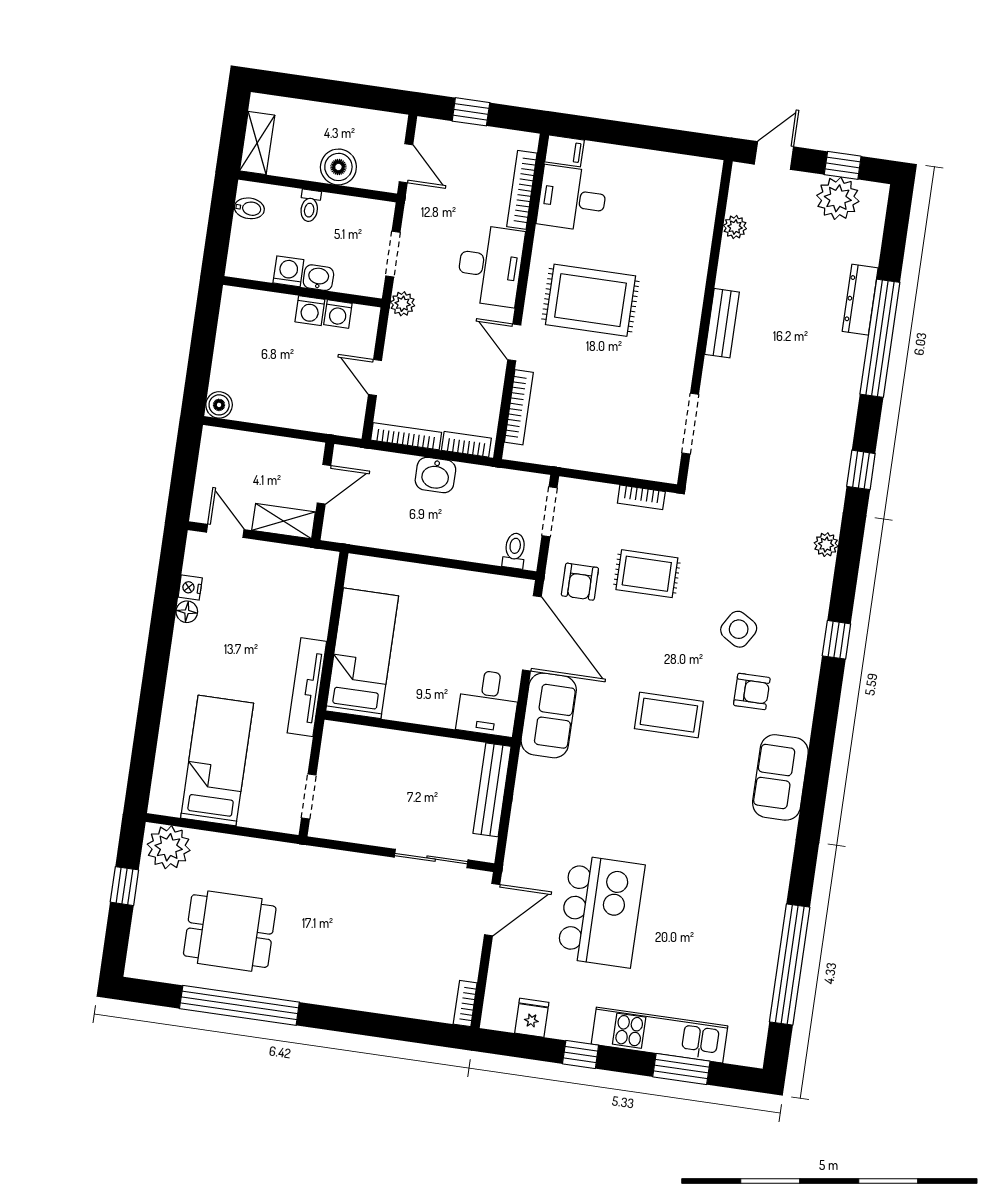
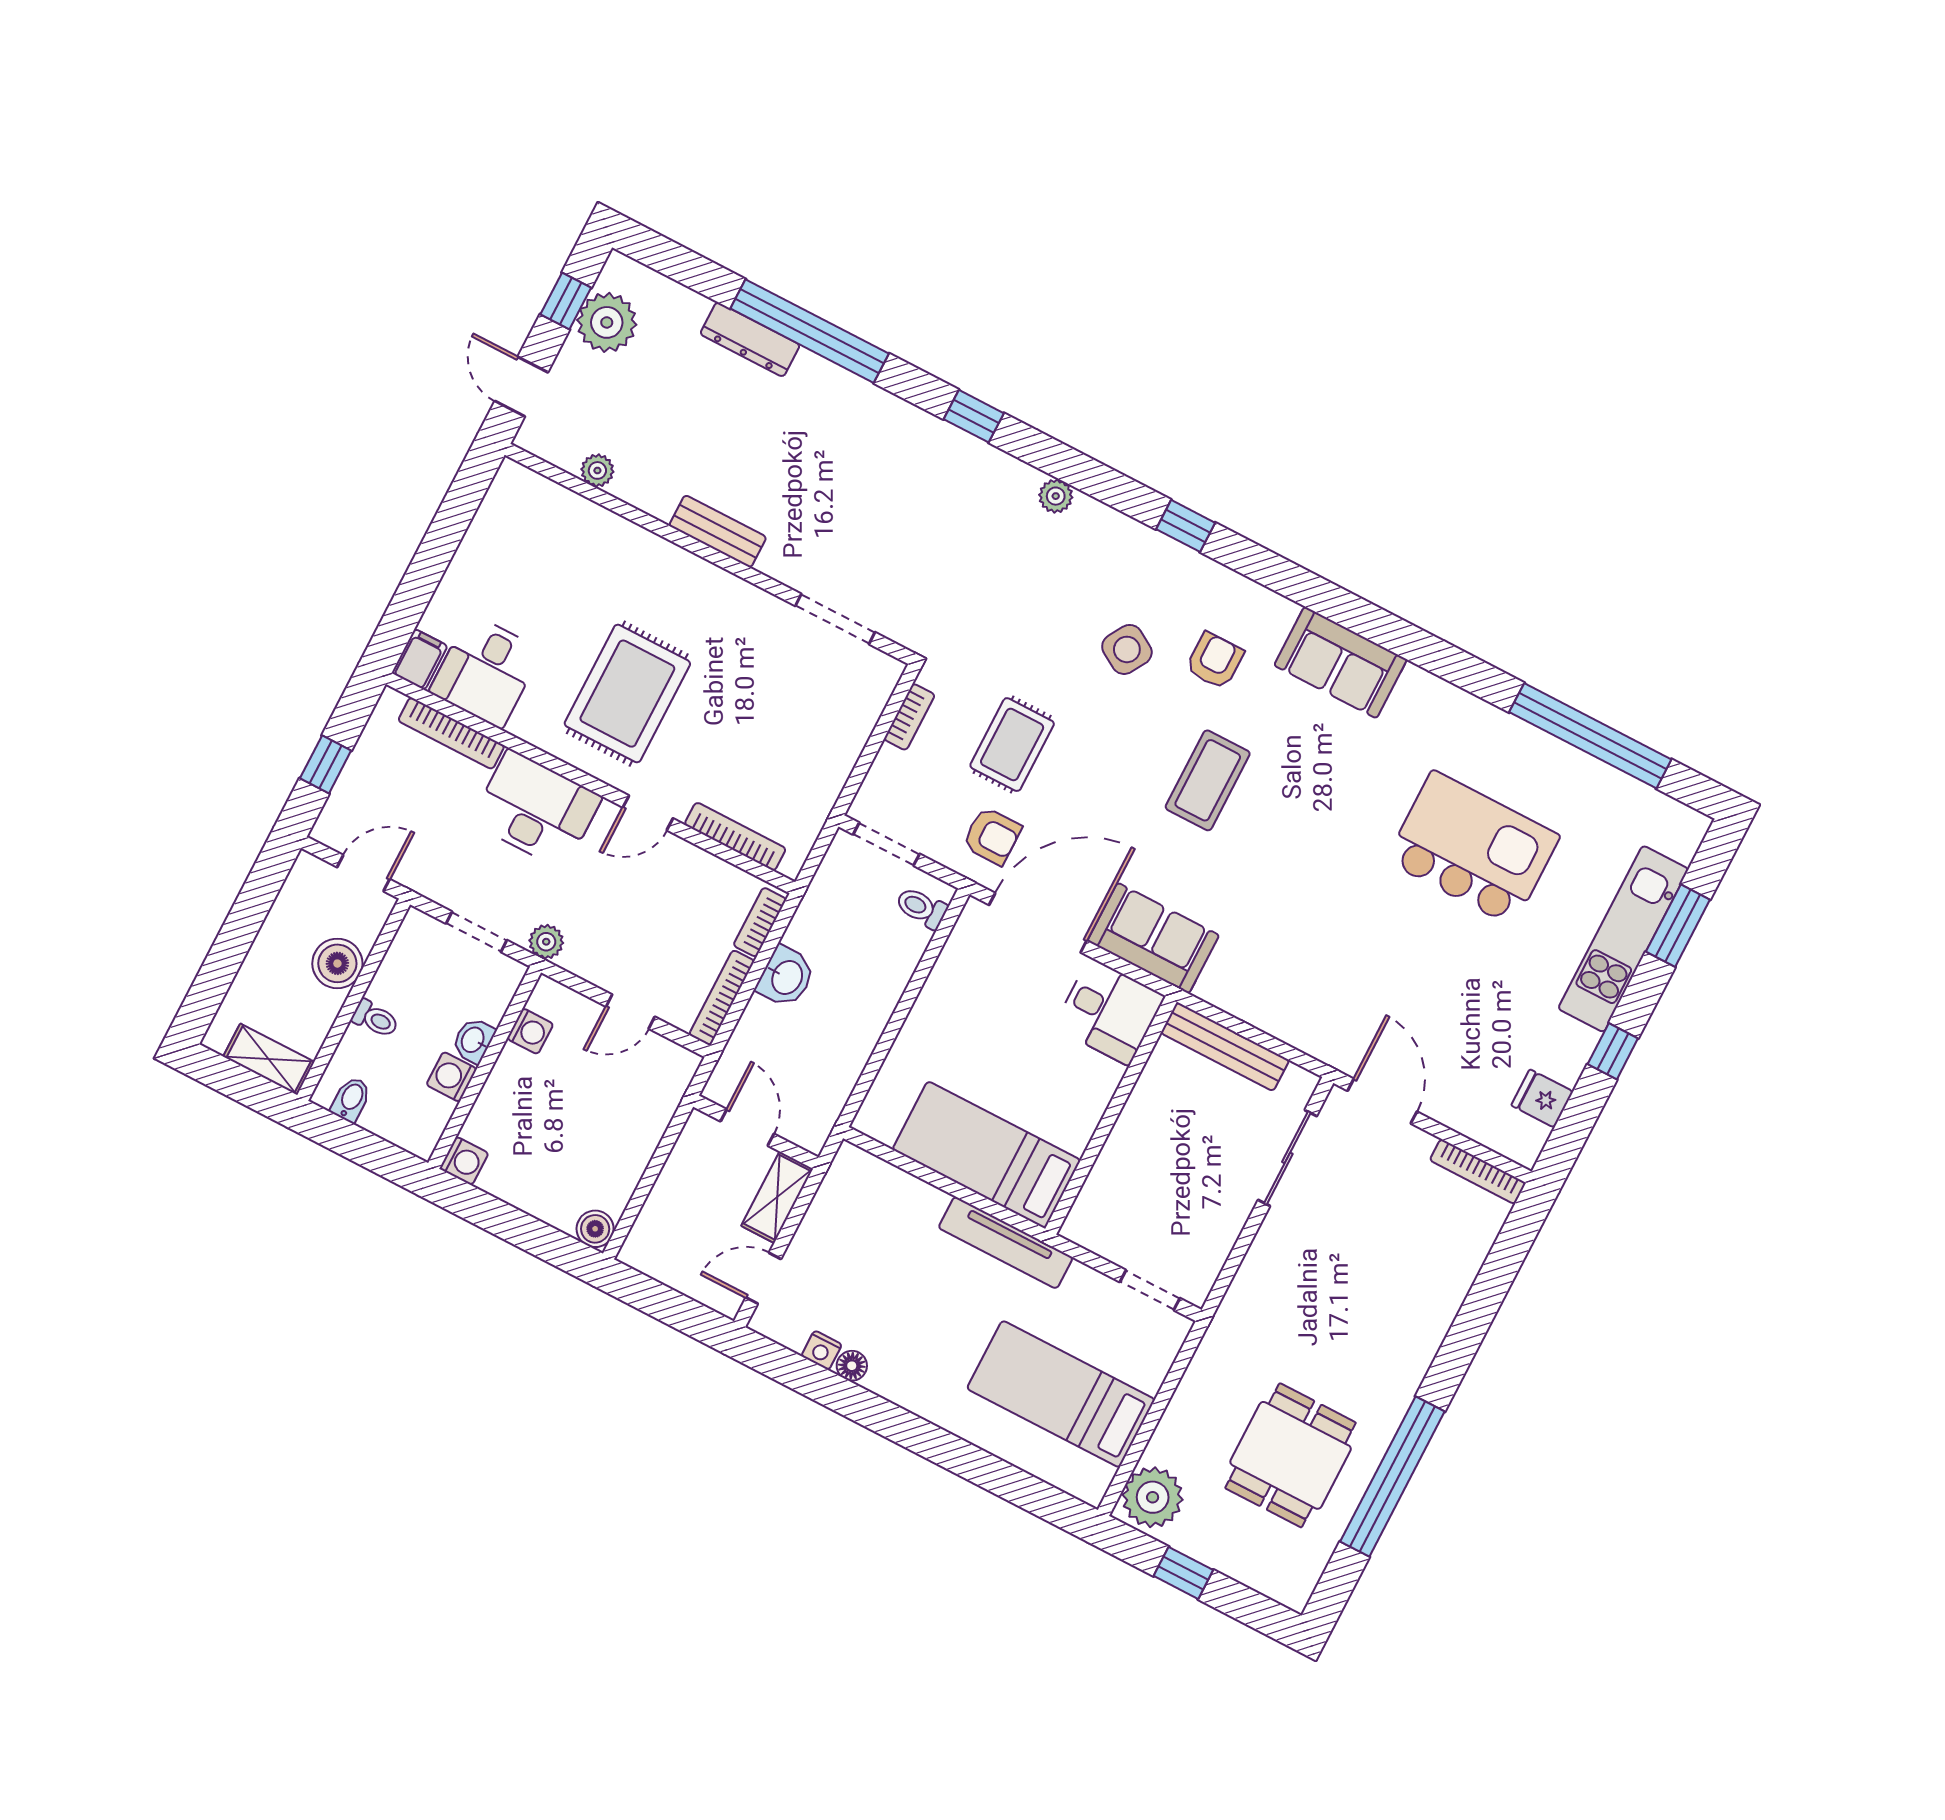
washing machine: (310, 311) -> (464, 1161), moved
kitchen island: (601, 911) -> (1473, 848), moved
bookcase: (465, 1004) -> (1478, 1172), width x1.56

